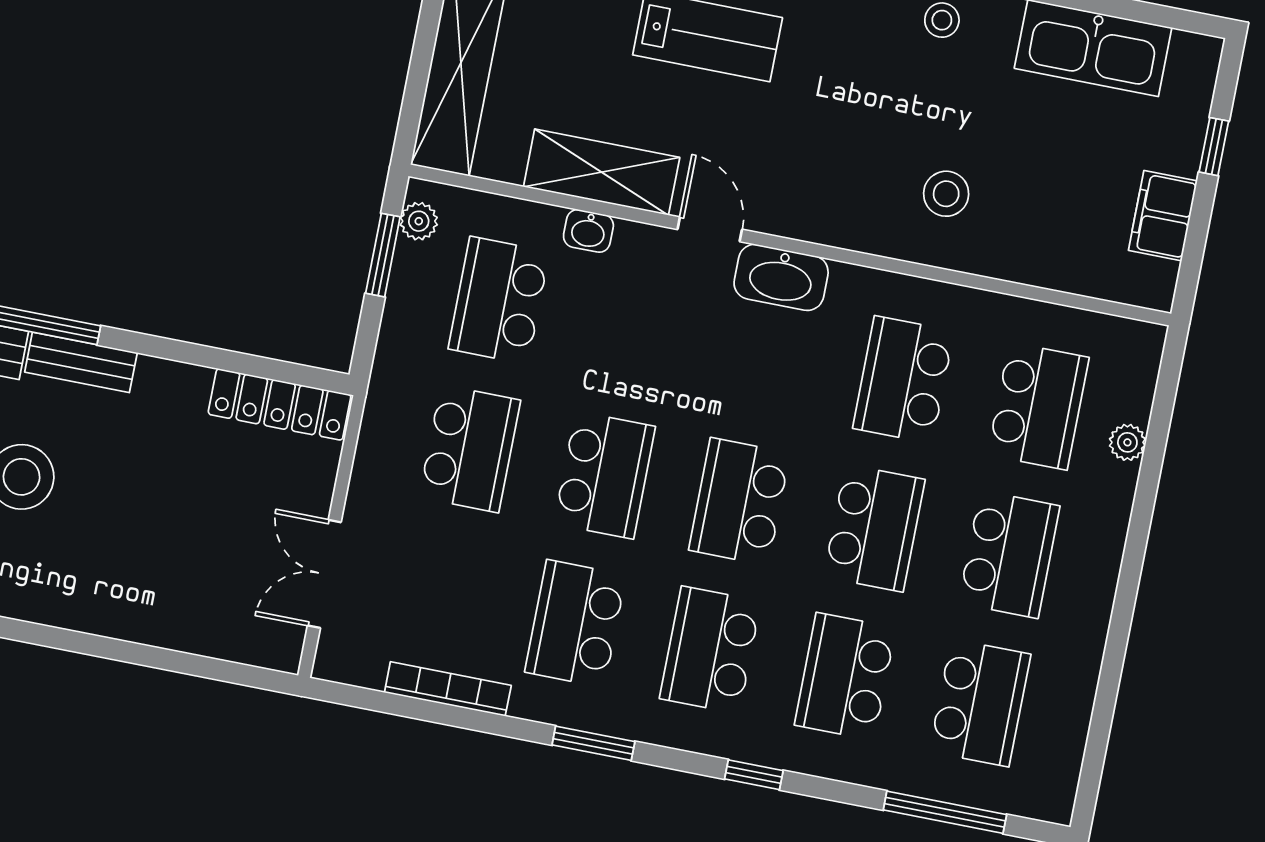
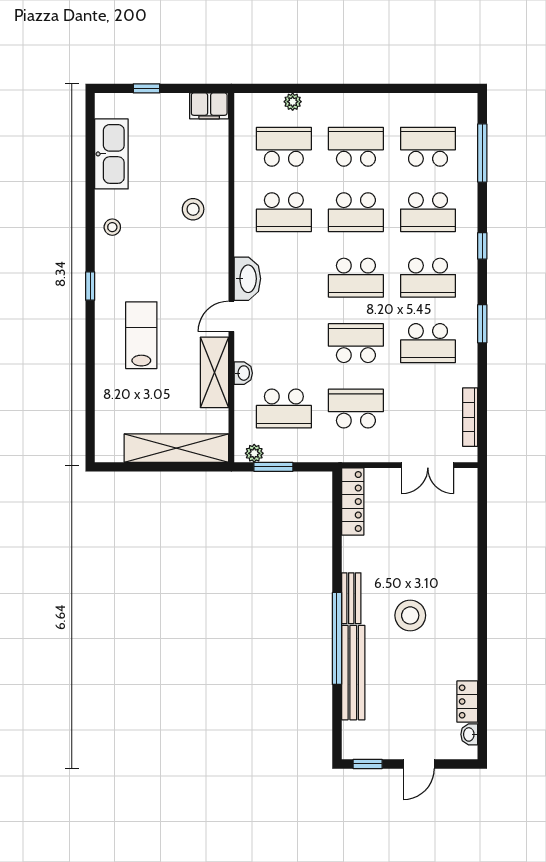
filing cabinet: (1163, 216) -> (209, 106), moved
school desk: (874, 528) -> (356, 212), turned 180
bookcase: (448, 689) -> (470, 417), moved

